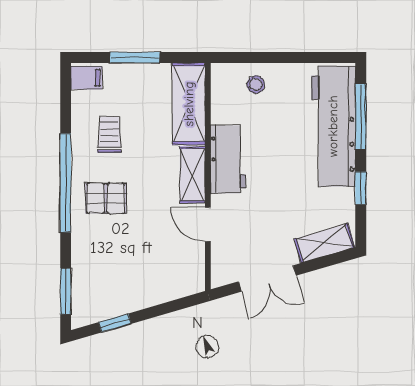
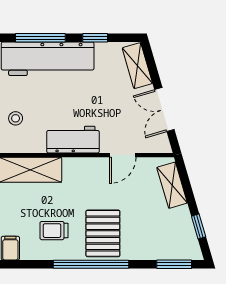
shelving: (193, 175) -> (172, 185), moved, turned 74
pallet: (106, 198) -> (103, 233), width x1.50, depth x1.42
double door: (267, 279) -> (164, 110), swing flipped

